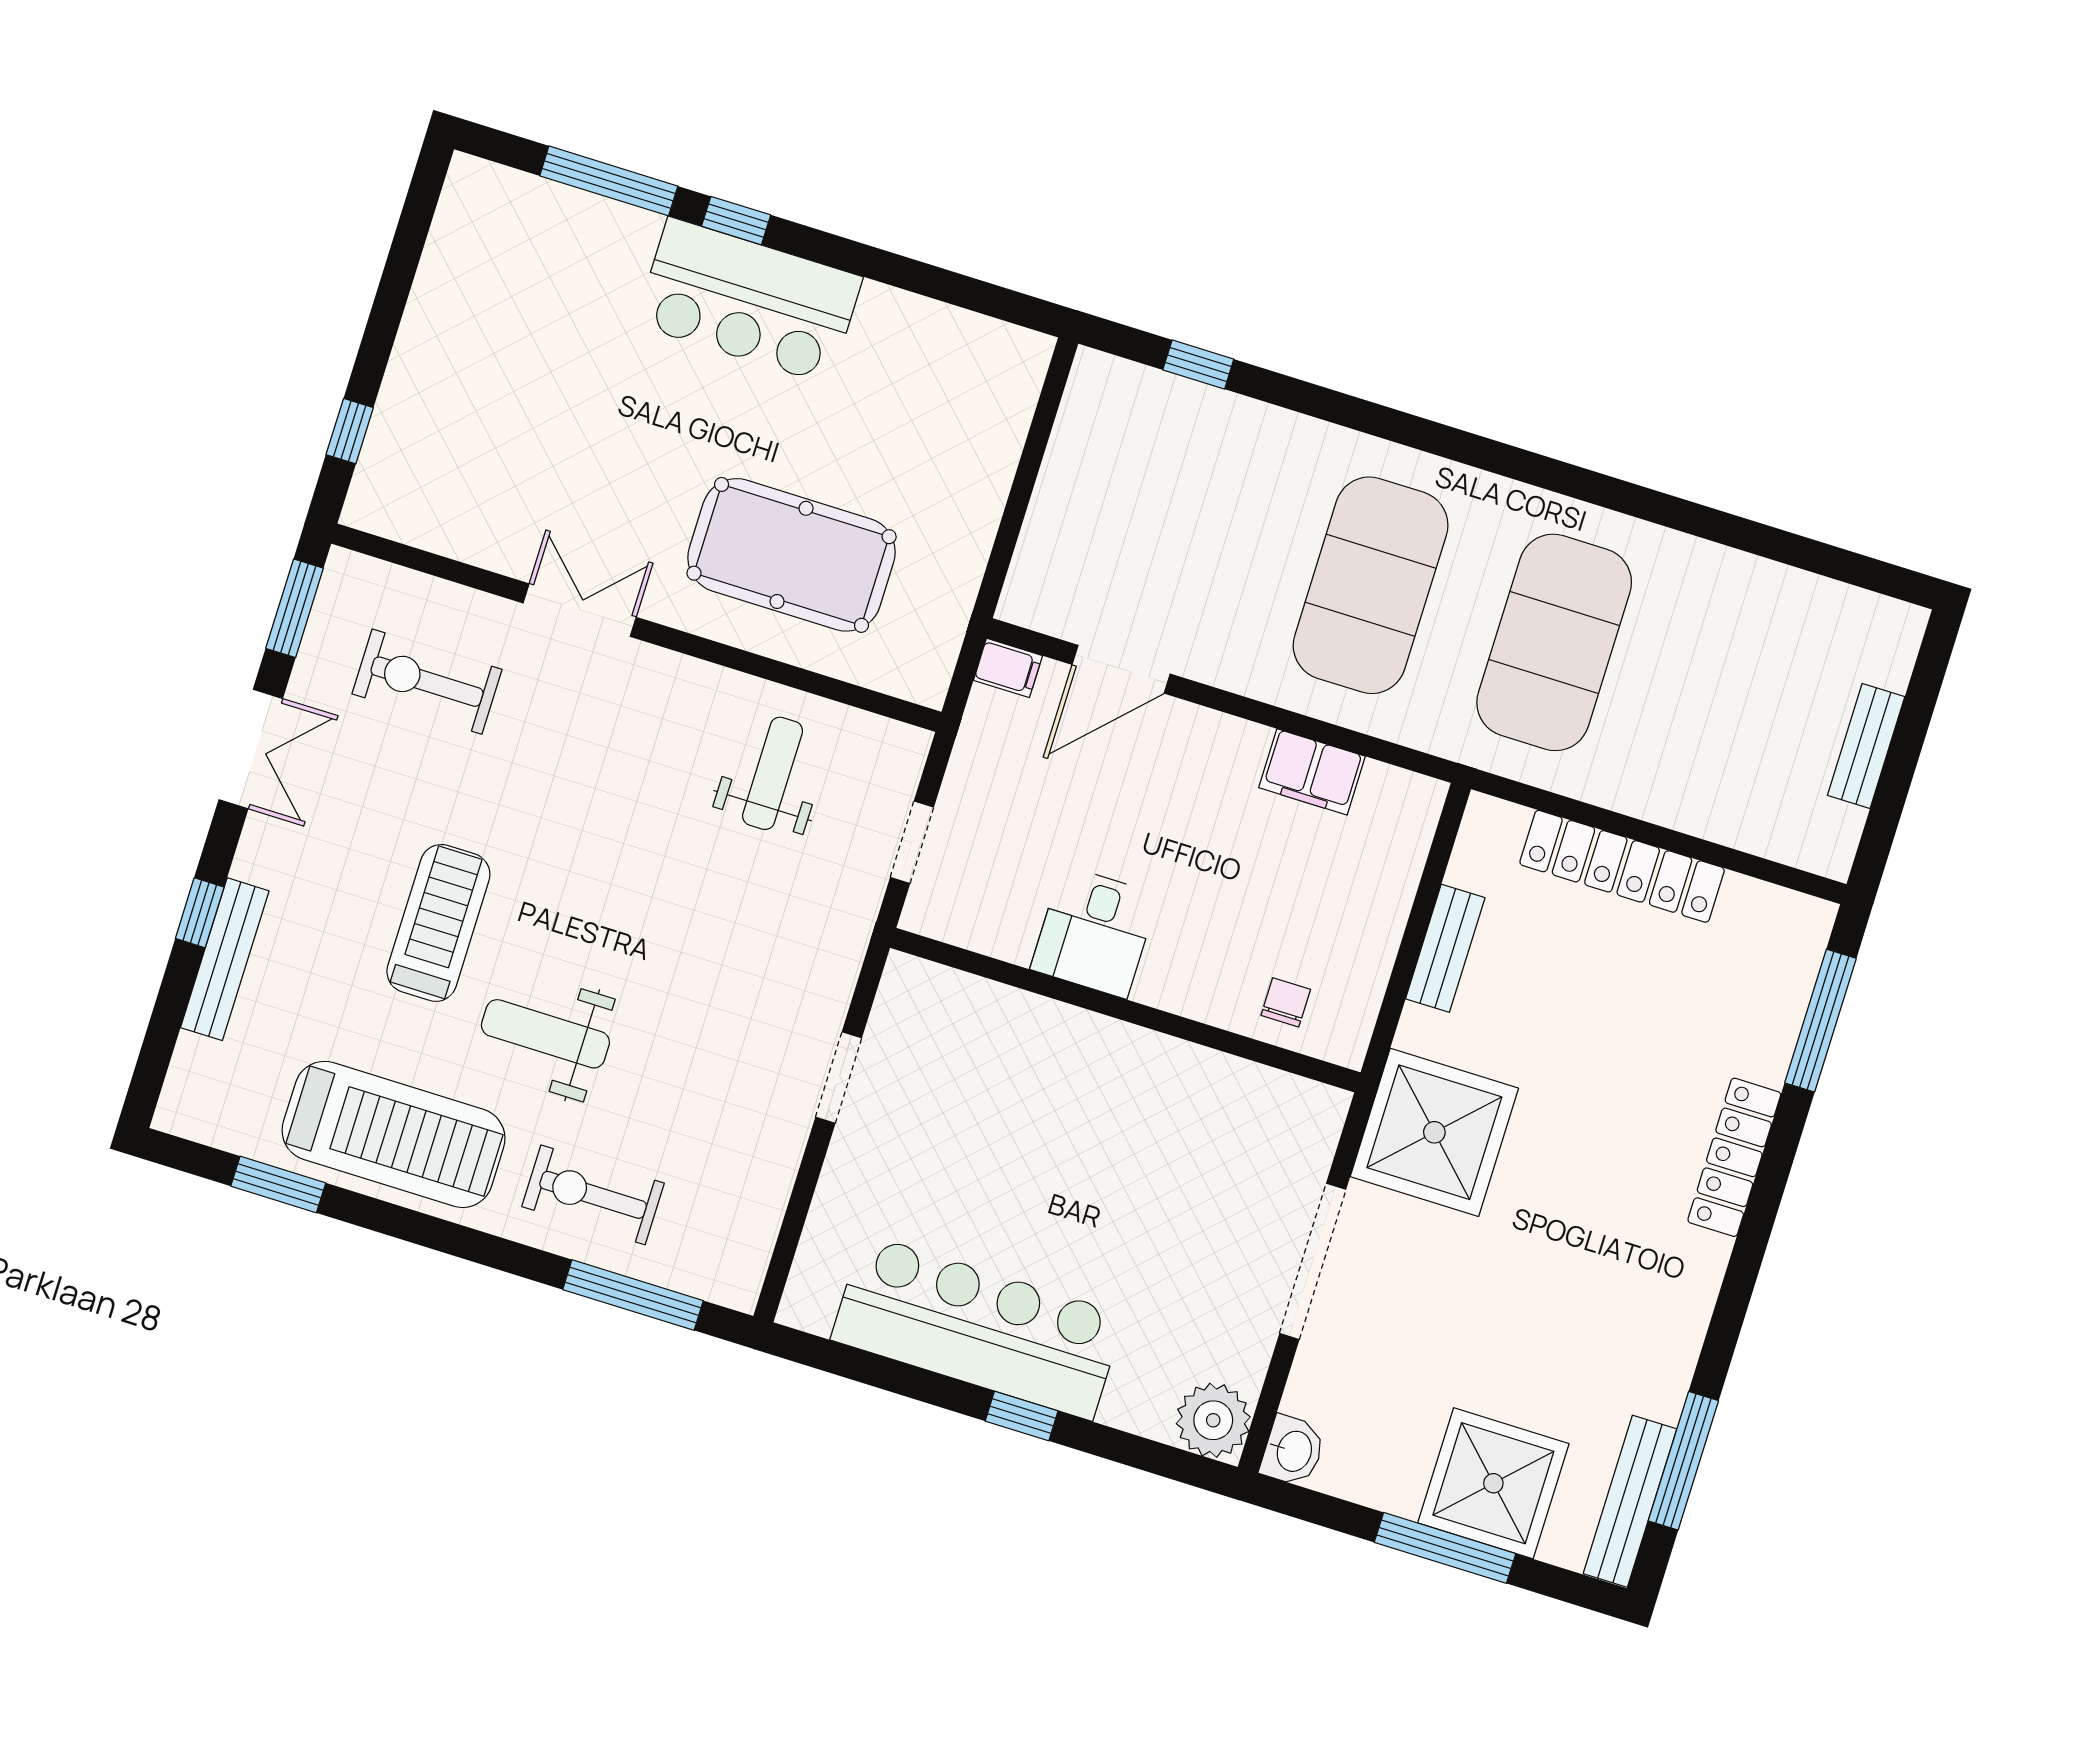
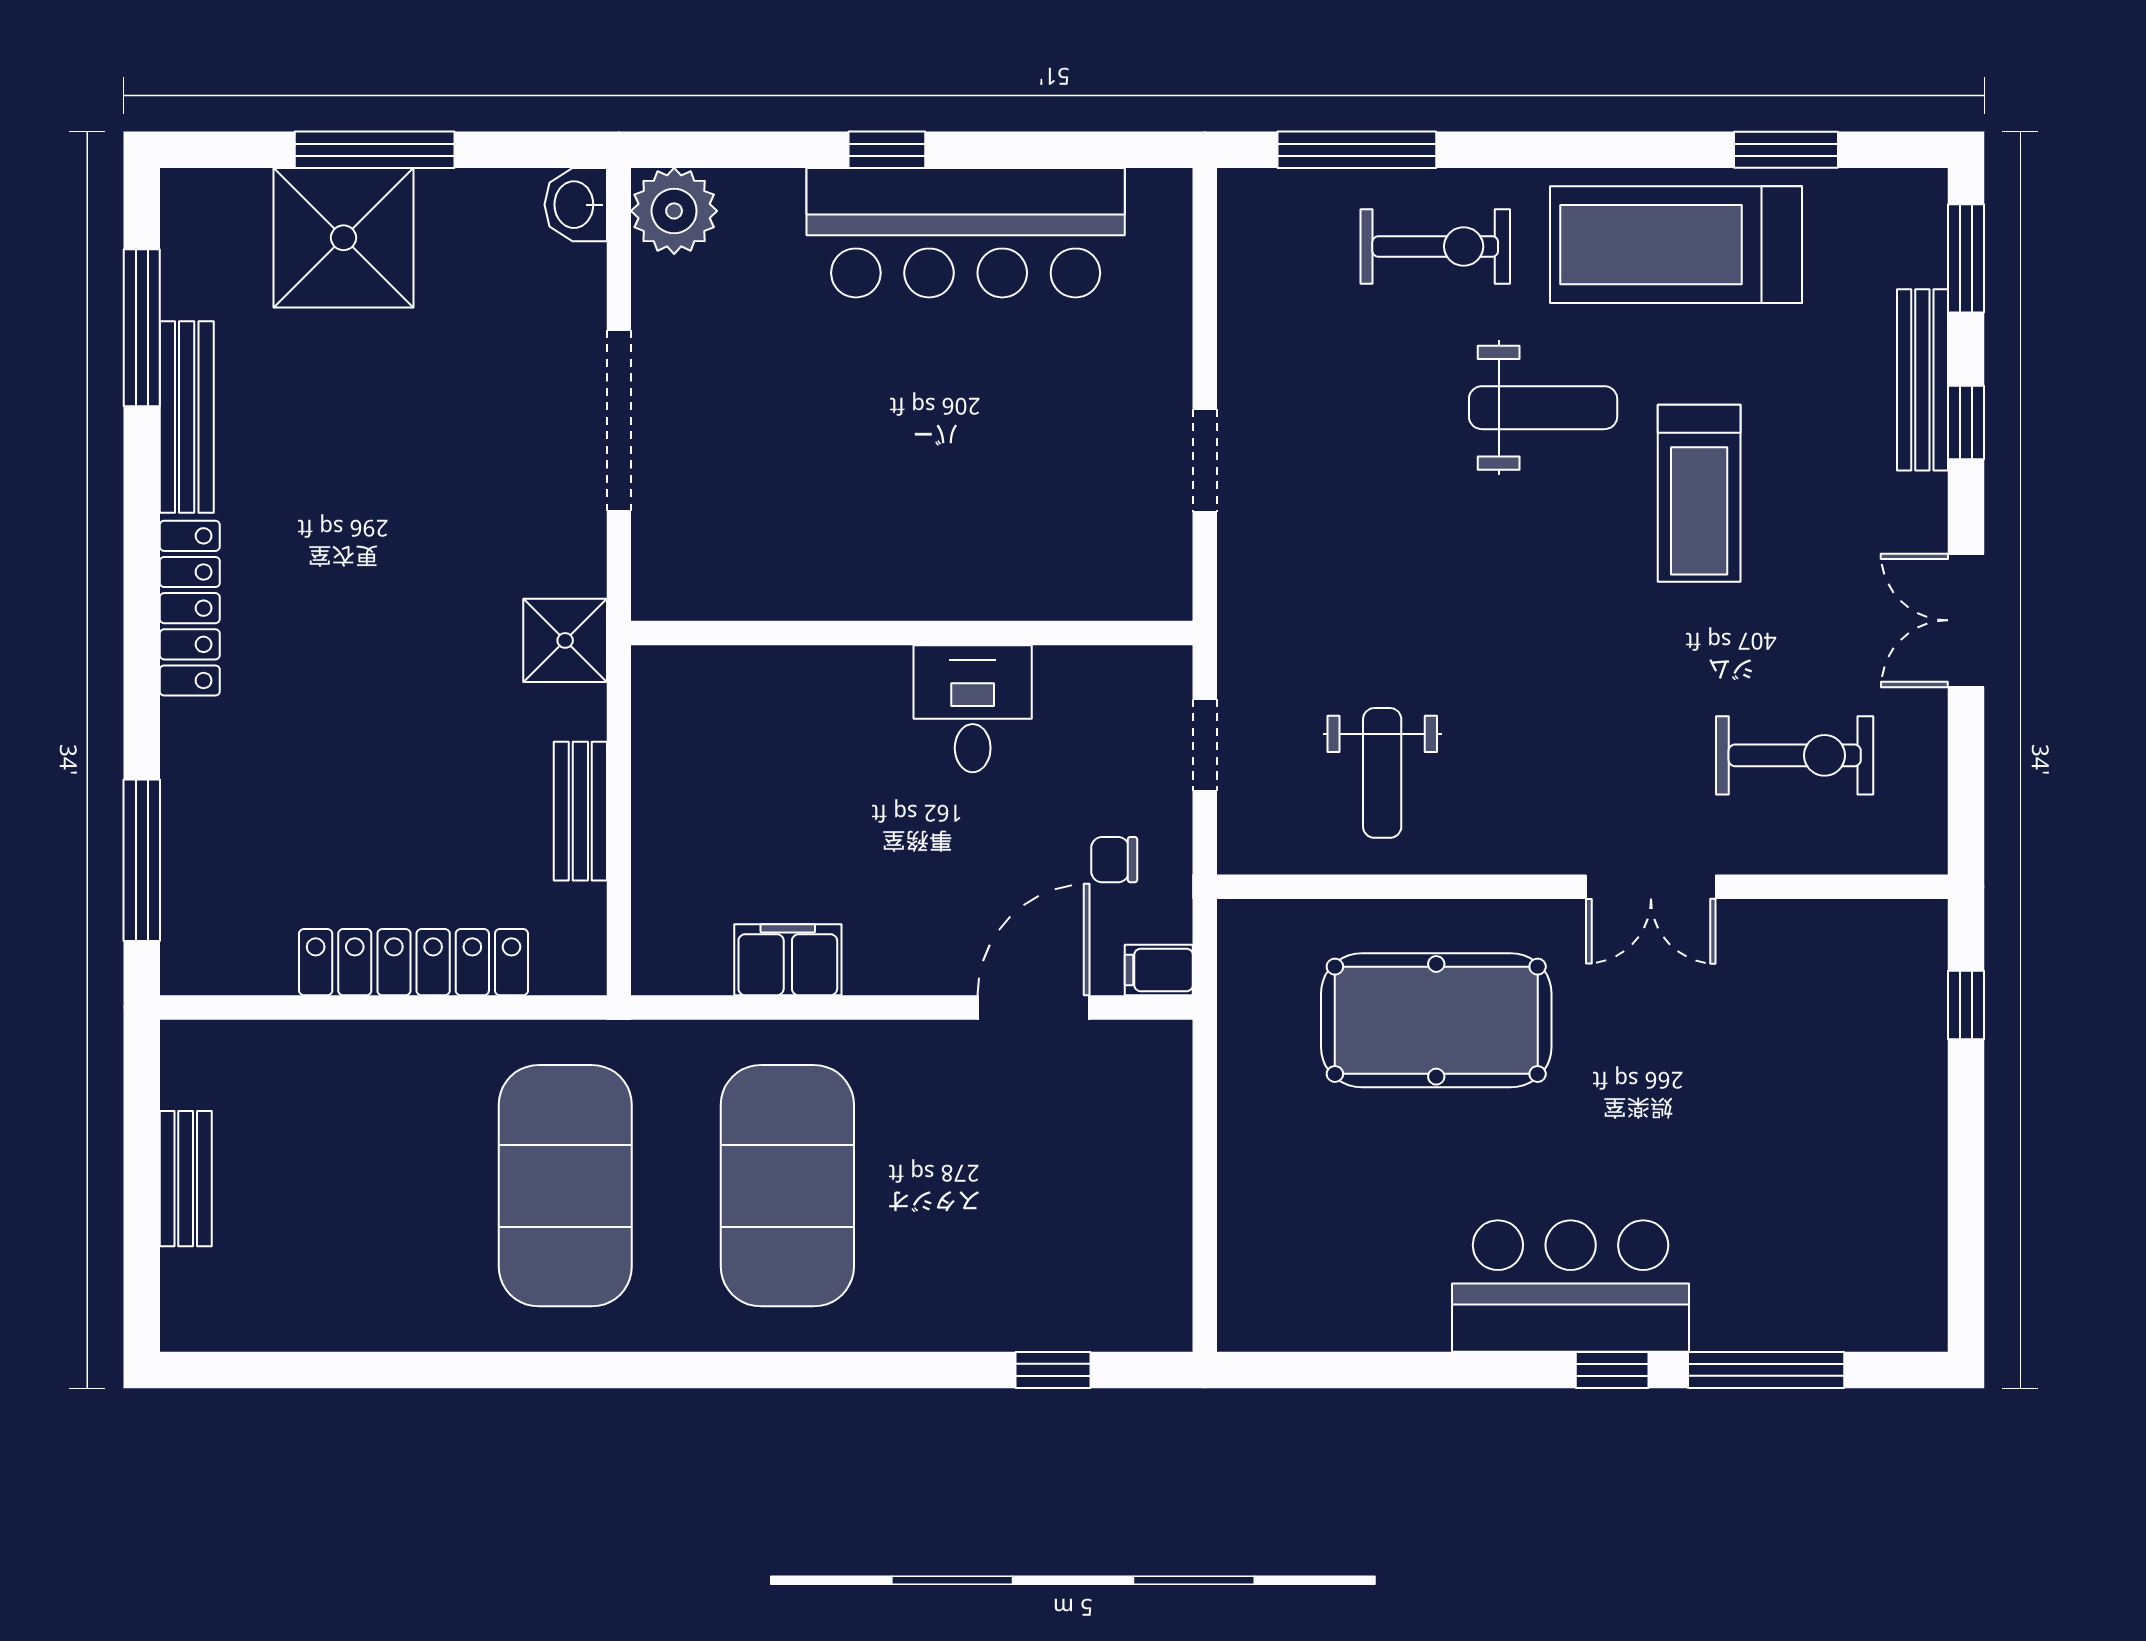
window: (295, 608) -> (1966, 258), moved
chair: (1286, 1002) -> (1114, 860), moved, turned 90
shower: (1434, 1132) -> (565, 640), width x0.54, depth x0.54
locker: (1734, 1157) -> (190, 608), moved
bench: (1630, 1501) -> (187, 417), moved

